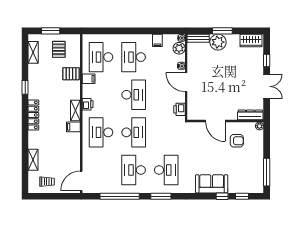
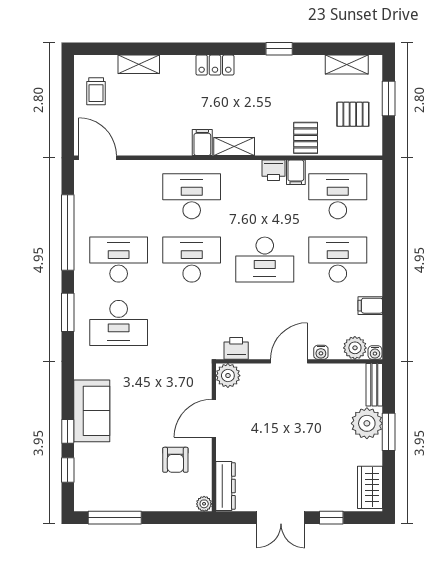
printer: (88, 104) -> (273, 170), moved
plant: (193, 114) -> (228, 376), added
locker: (33, 115) -> (215, 65), width x0.66
desk: (134, 132) -> (192, 260), turned 180

